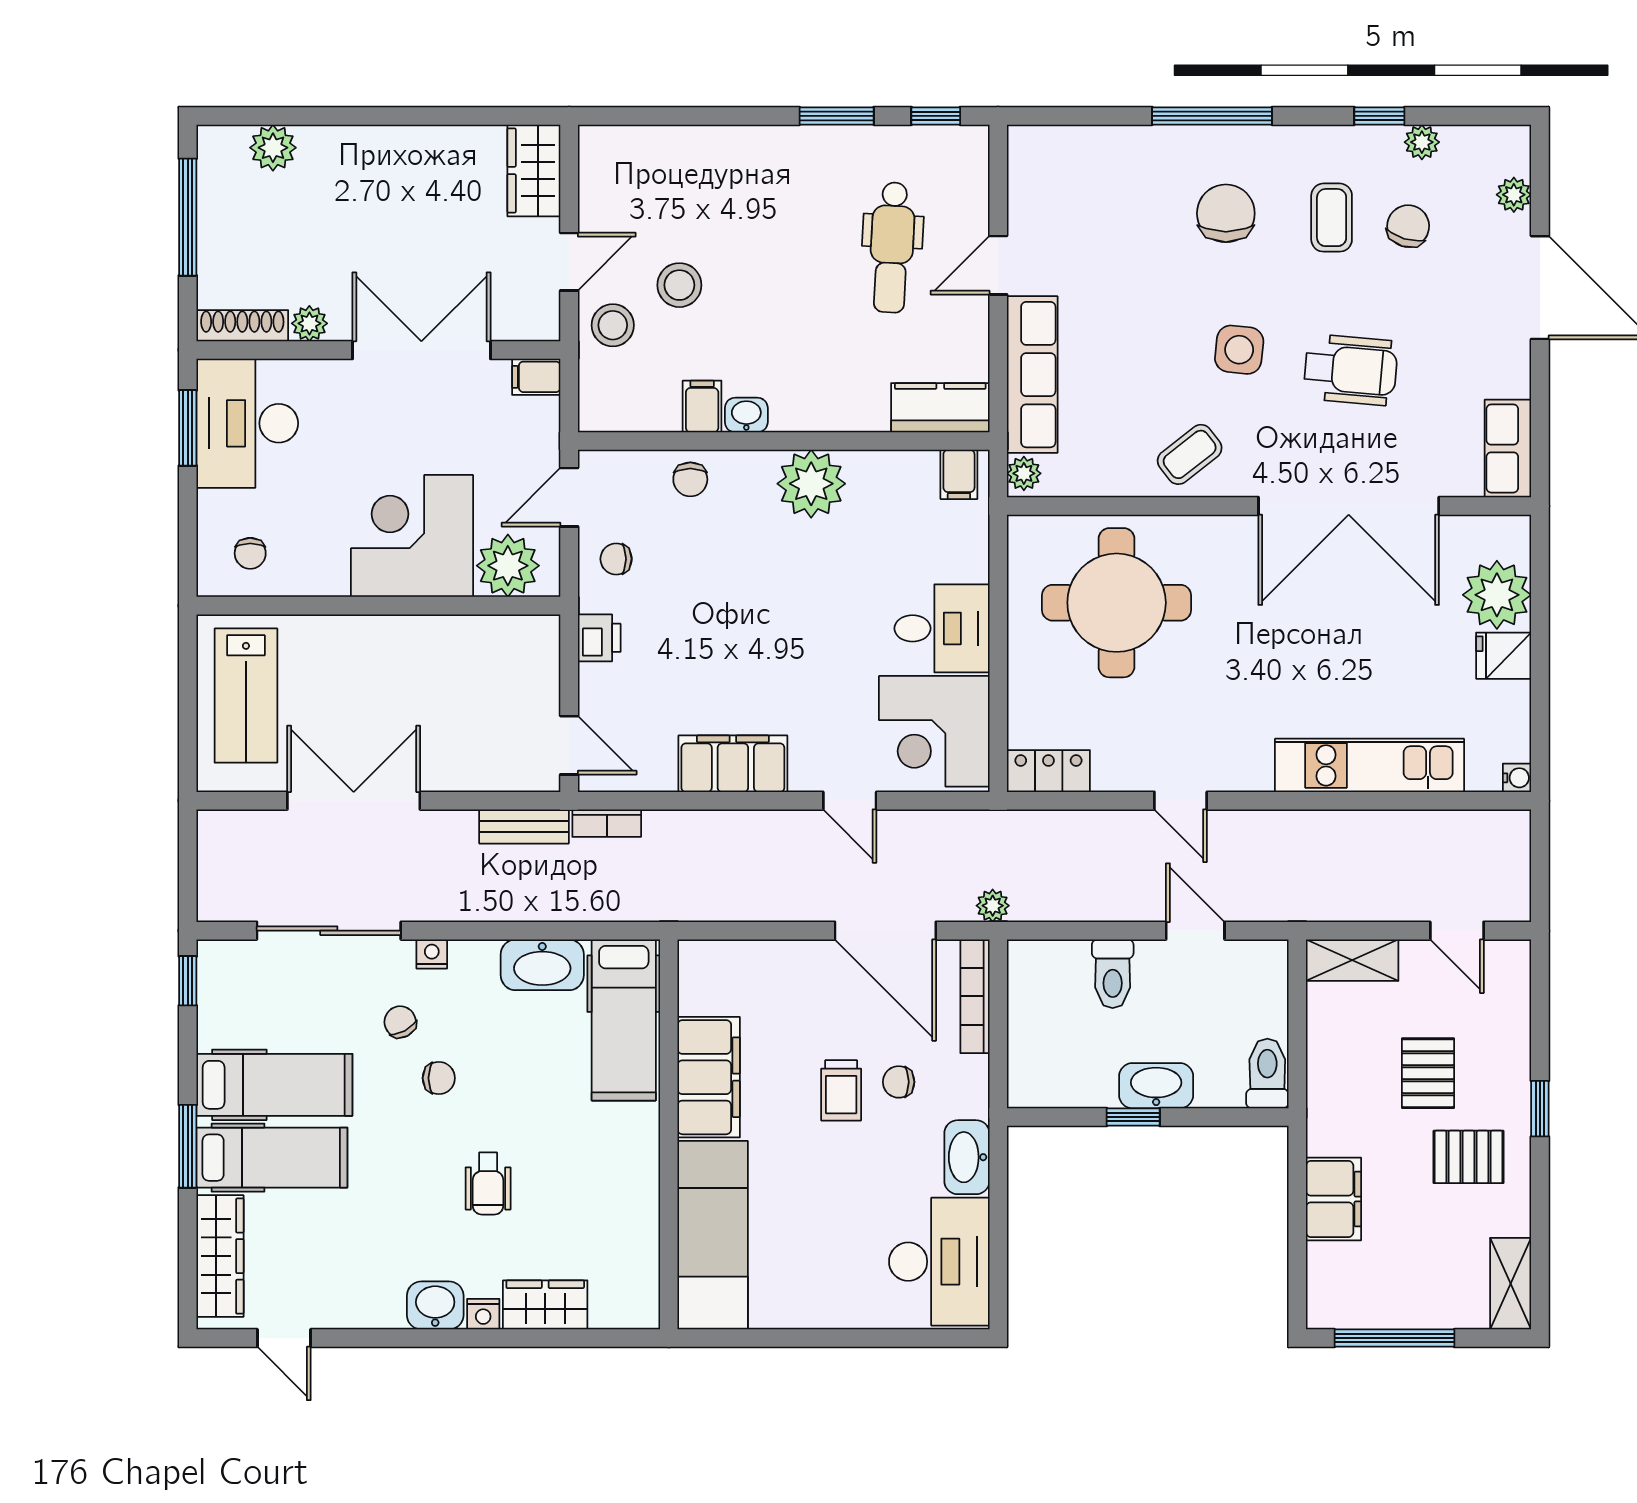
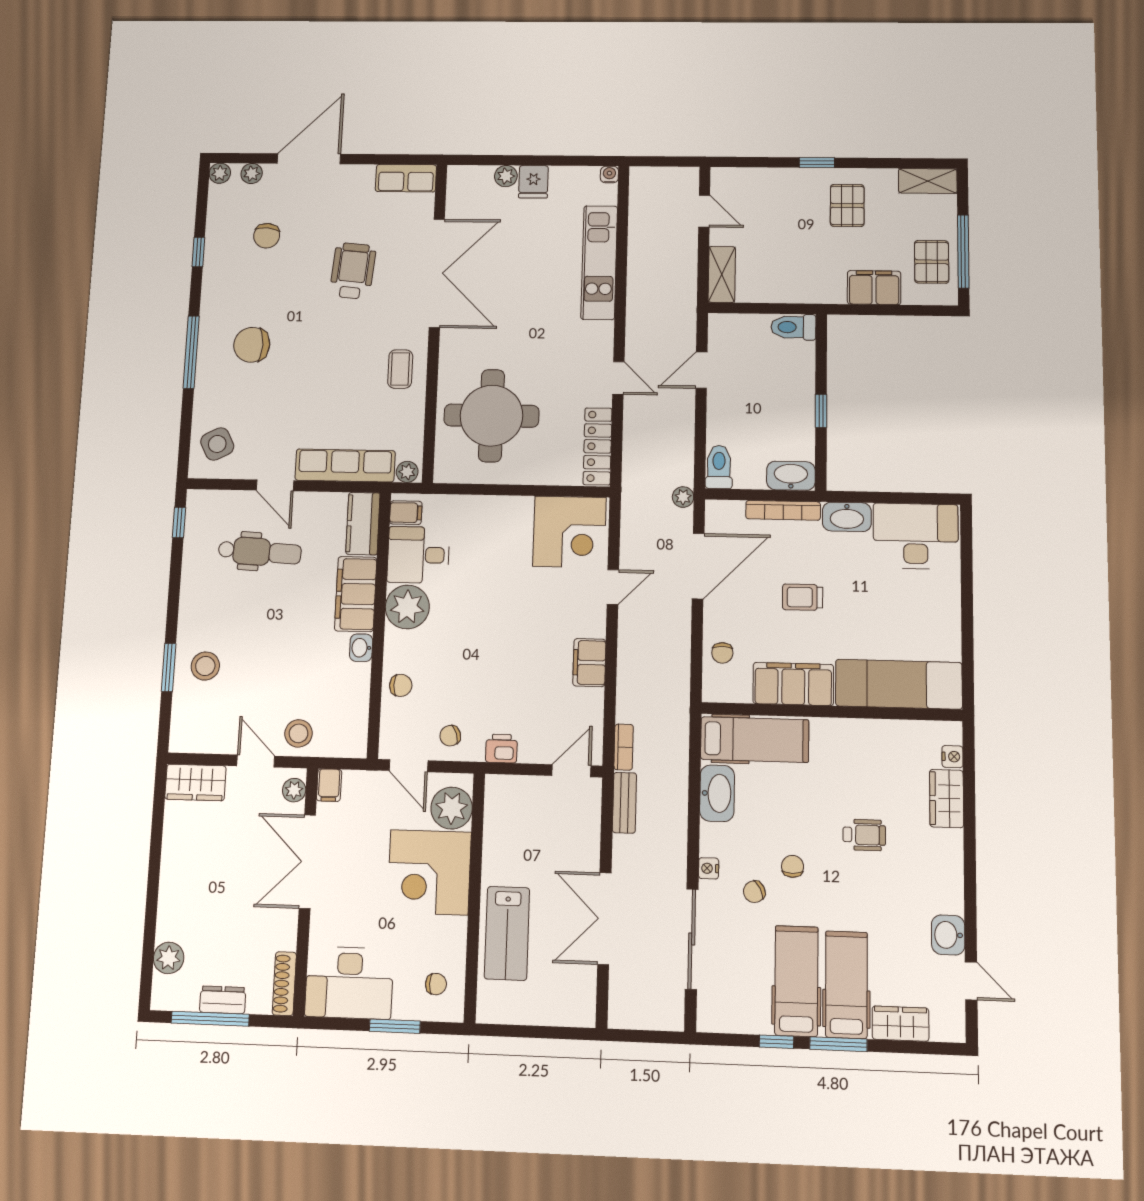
window: (837, 116) -> (169, 667), moved
plant: (1422, 142) -> (220, 173), moved
coffee table: (1332, 218) -> (258, 281), removed
chair: (1408, 226) -> (267, 236), turned -102
dresser: (216, 234) -> (223, 1000), added
stool: (679, 285) -> (205, 666), moved
plant: (309, 323) -> (294, 790), moved
side table: (1239, 350) -> (217, 444), moved, turned -33
filing cabinet: (702, 406) -> (356, 594), moved, width x3.00, depth x1.17
window: (188, 428) -> (395, 1026), moved
coffee table: (1190, 454) -> (400, 369), turned 38
chair: (616, 559) -> (450, 736), turned 72
plant: (1497, 595) -> (506, 176), width x0.53, depth x0.53
desk: (942, 628) -> (418, 555), moved, turned -90
lab bench: (246, 696) -> (507, 933), moved, turned 90
filing cabinet: (733, 764) -> (589, 663), width x0.67, depth x0.86
locker: (1048, 771) -> (598, 446), width x1.53
door: (1181, 801) -> (618, 378), hinge flipped
door: (1457, 931) -> (704, 211), hinge flipped
toilet: (1113, 974) -> (719, 467), moved, turned -90
window: (188, 981) -> (777, 1042), moved
bookcase: (975, 996) -> (783, 510), moved
pallet: (1428, 1073) -> (932, 262), moved, turned 90
chair: (899, 1082) -> (722, 653), moved
washbasin: (1156, 1086) -> (791, 476), moved, turned 90
trolley: (841, 1090) -> (803, 597), turned 180
wardrobe: (220, 1256) -> (900, 1024), width x0.67
washbasin: (435, 1305) -> (948, 935), moved
nightstand: (483, 1314) -> (952, 757), moved
door: (284, 1338) -> (971, 981), hinge flipped

